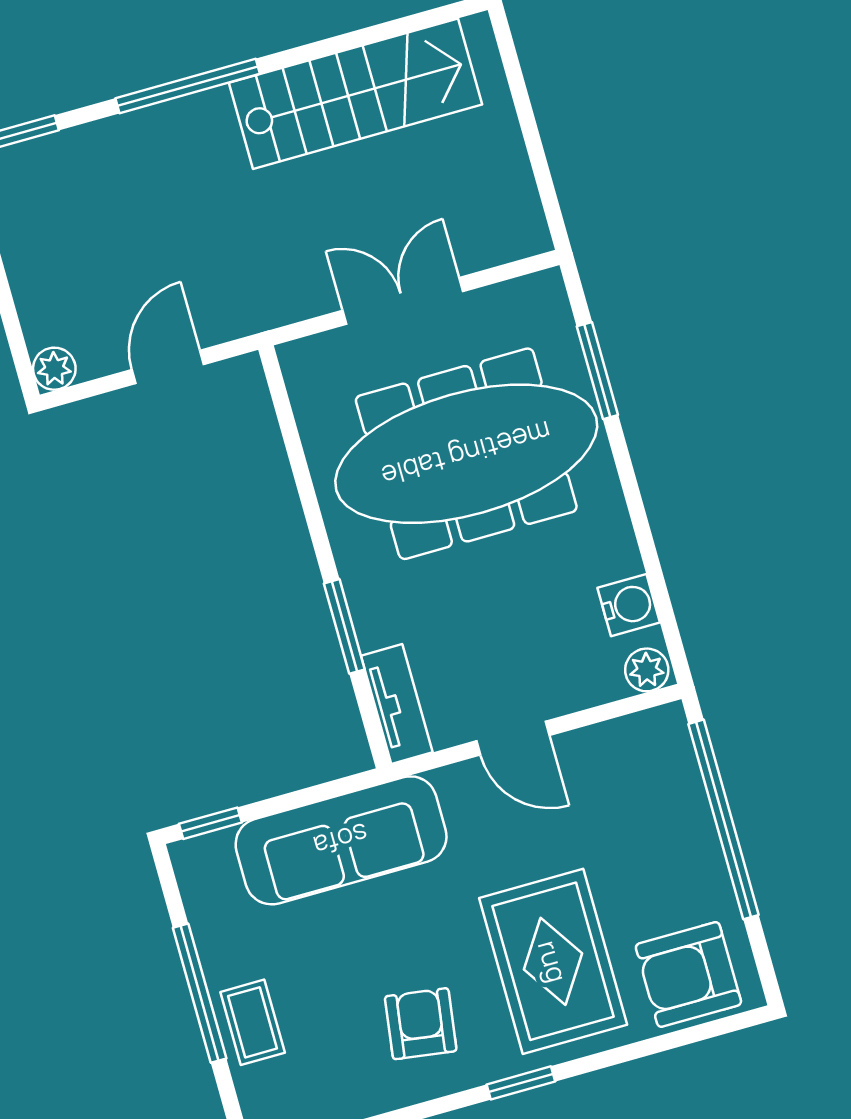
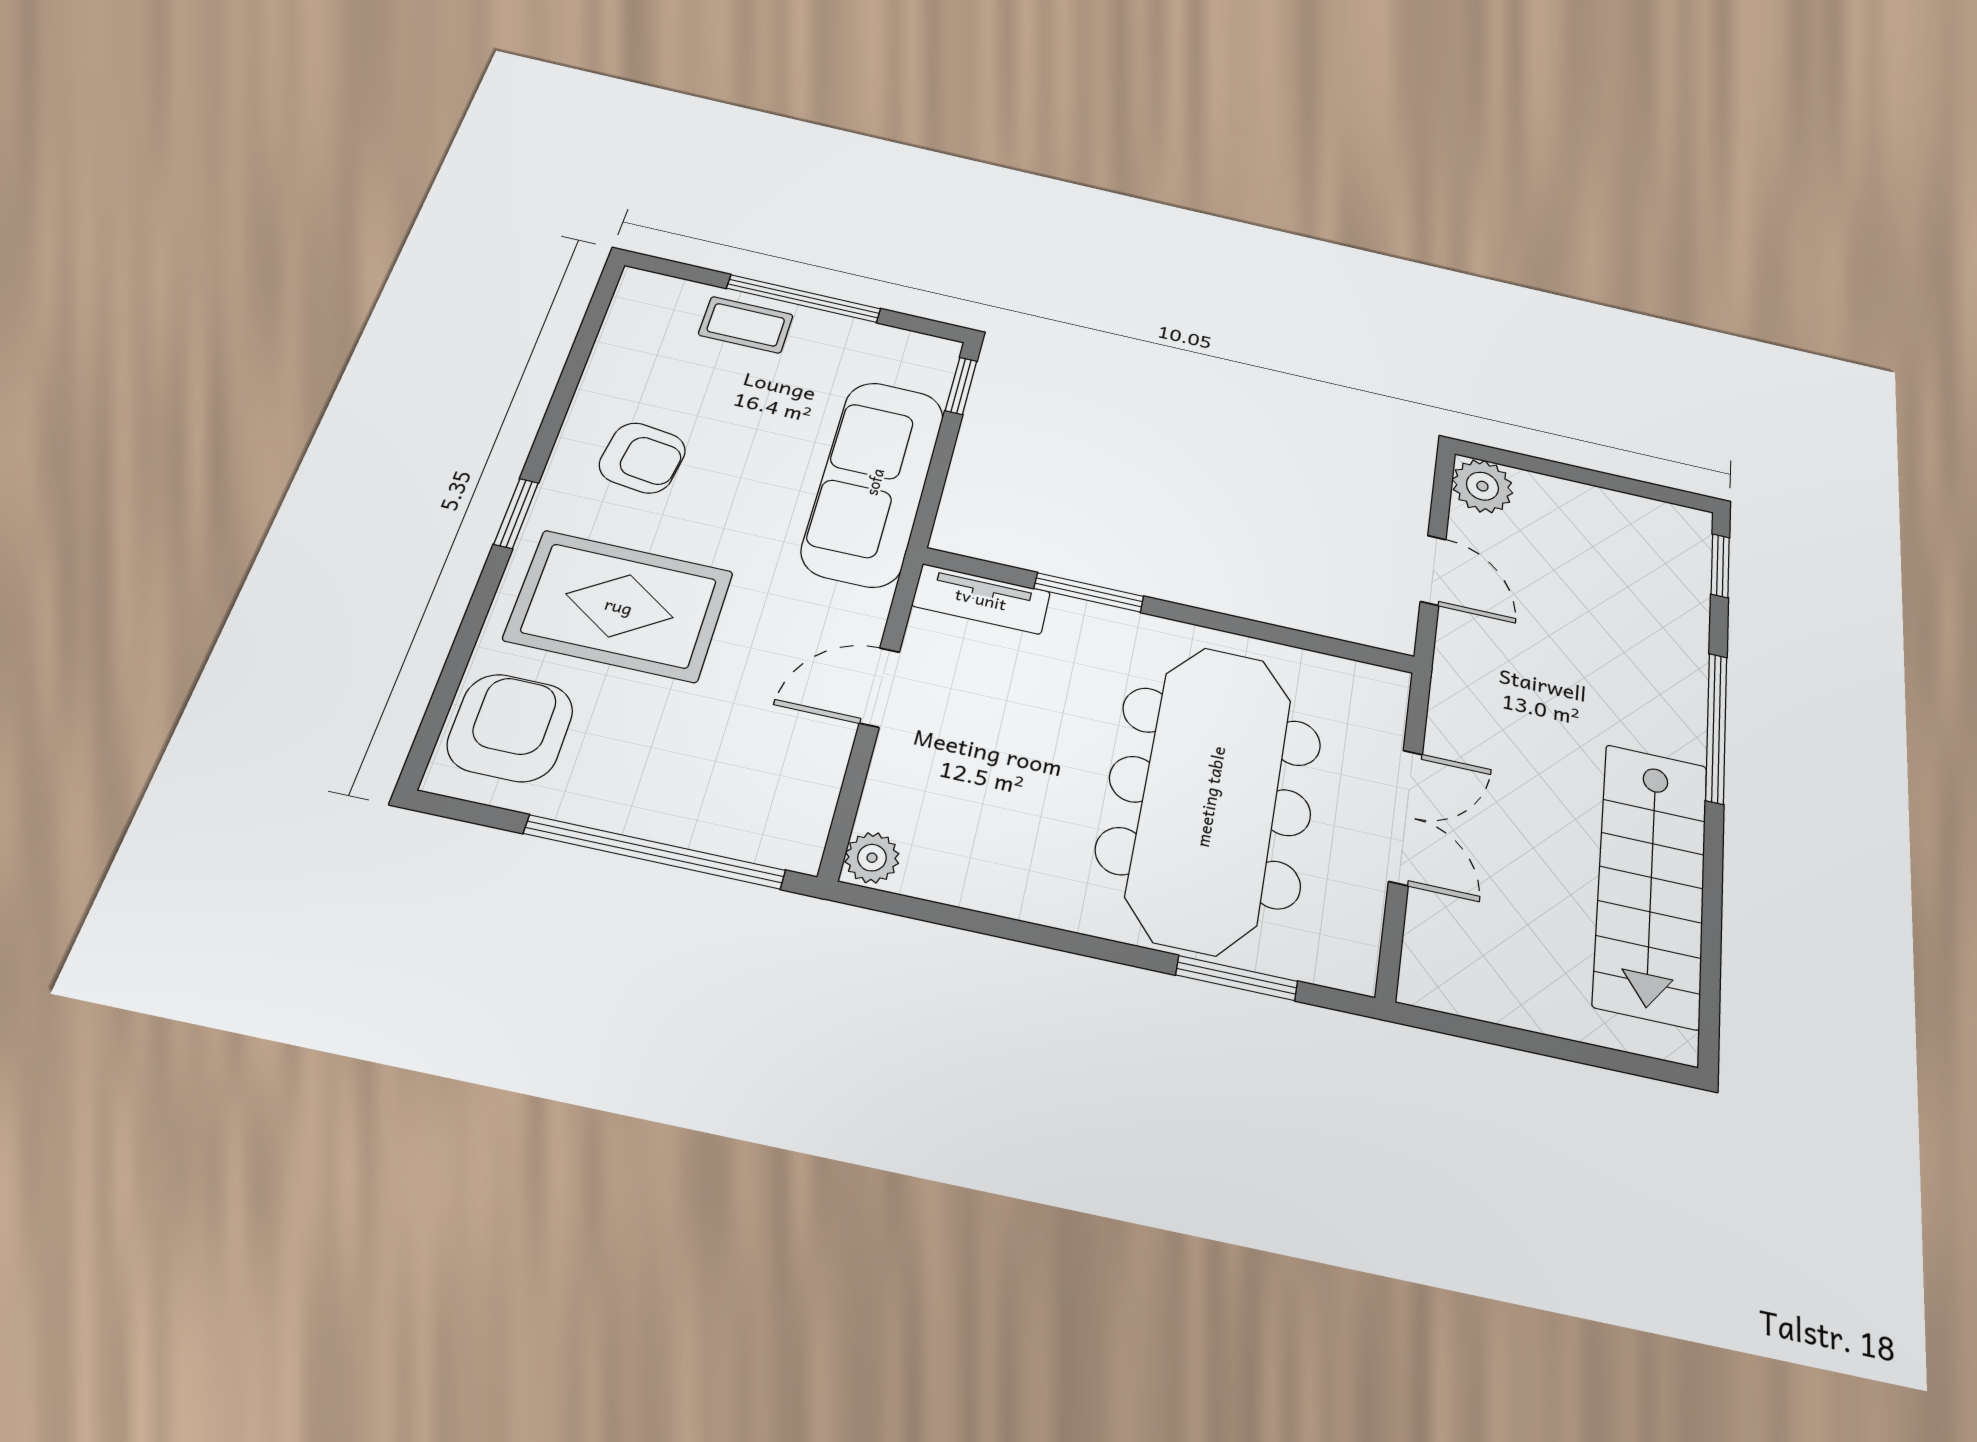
plant: (54, 369) -> (1482, 486), width x1.38, depth x1.38
water cooler: (629, 605) -> (955, 876), removed

